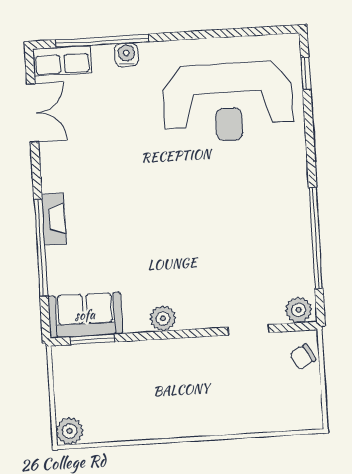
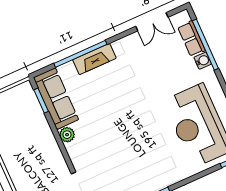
row of seats: (62, 61) -> (191, 39), moved
fireplace: (54, 219) -> (94, 59), width x1.37, depth x1.32
sofa: (85, 315) -> (56, 99), width x1.36

